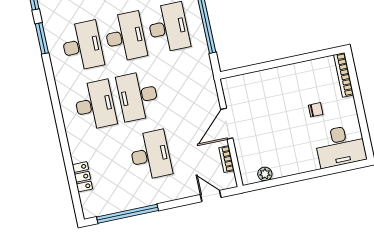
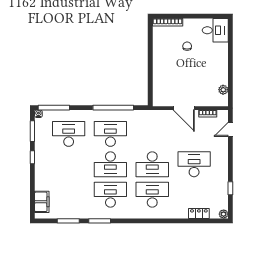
desk: (125, 37) -> (110, 164), turned 180
desk: (340, 146) -> (215, 30), width x0.73
plant: (89, 212) -> (224, 214), added
window: (128, 214) -> (230, 188), width x0.32

